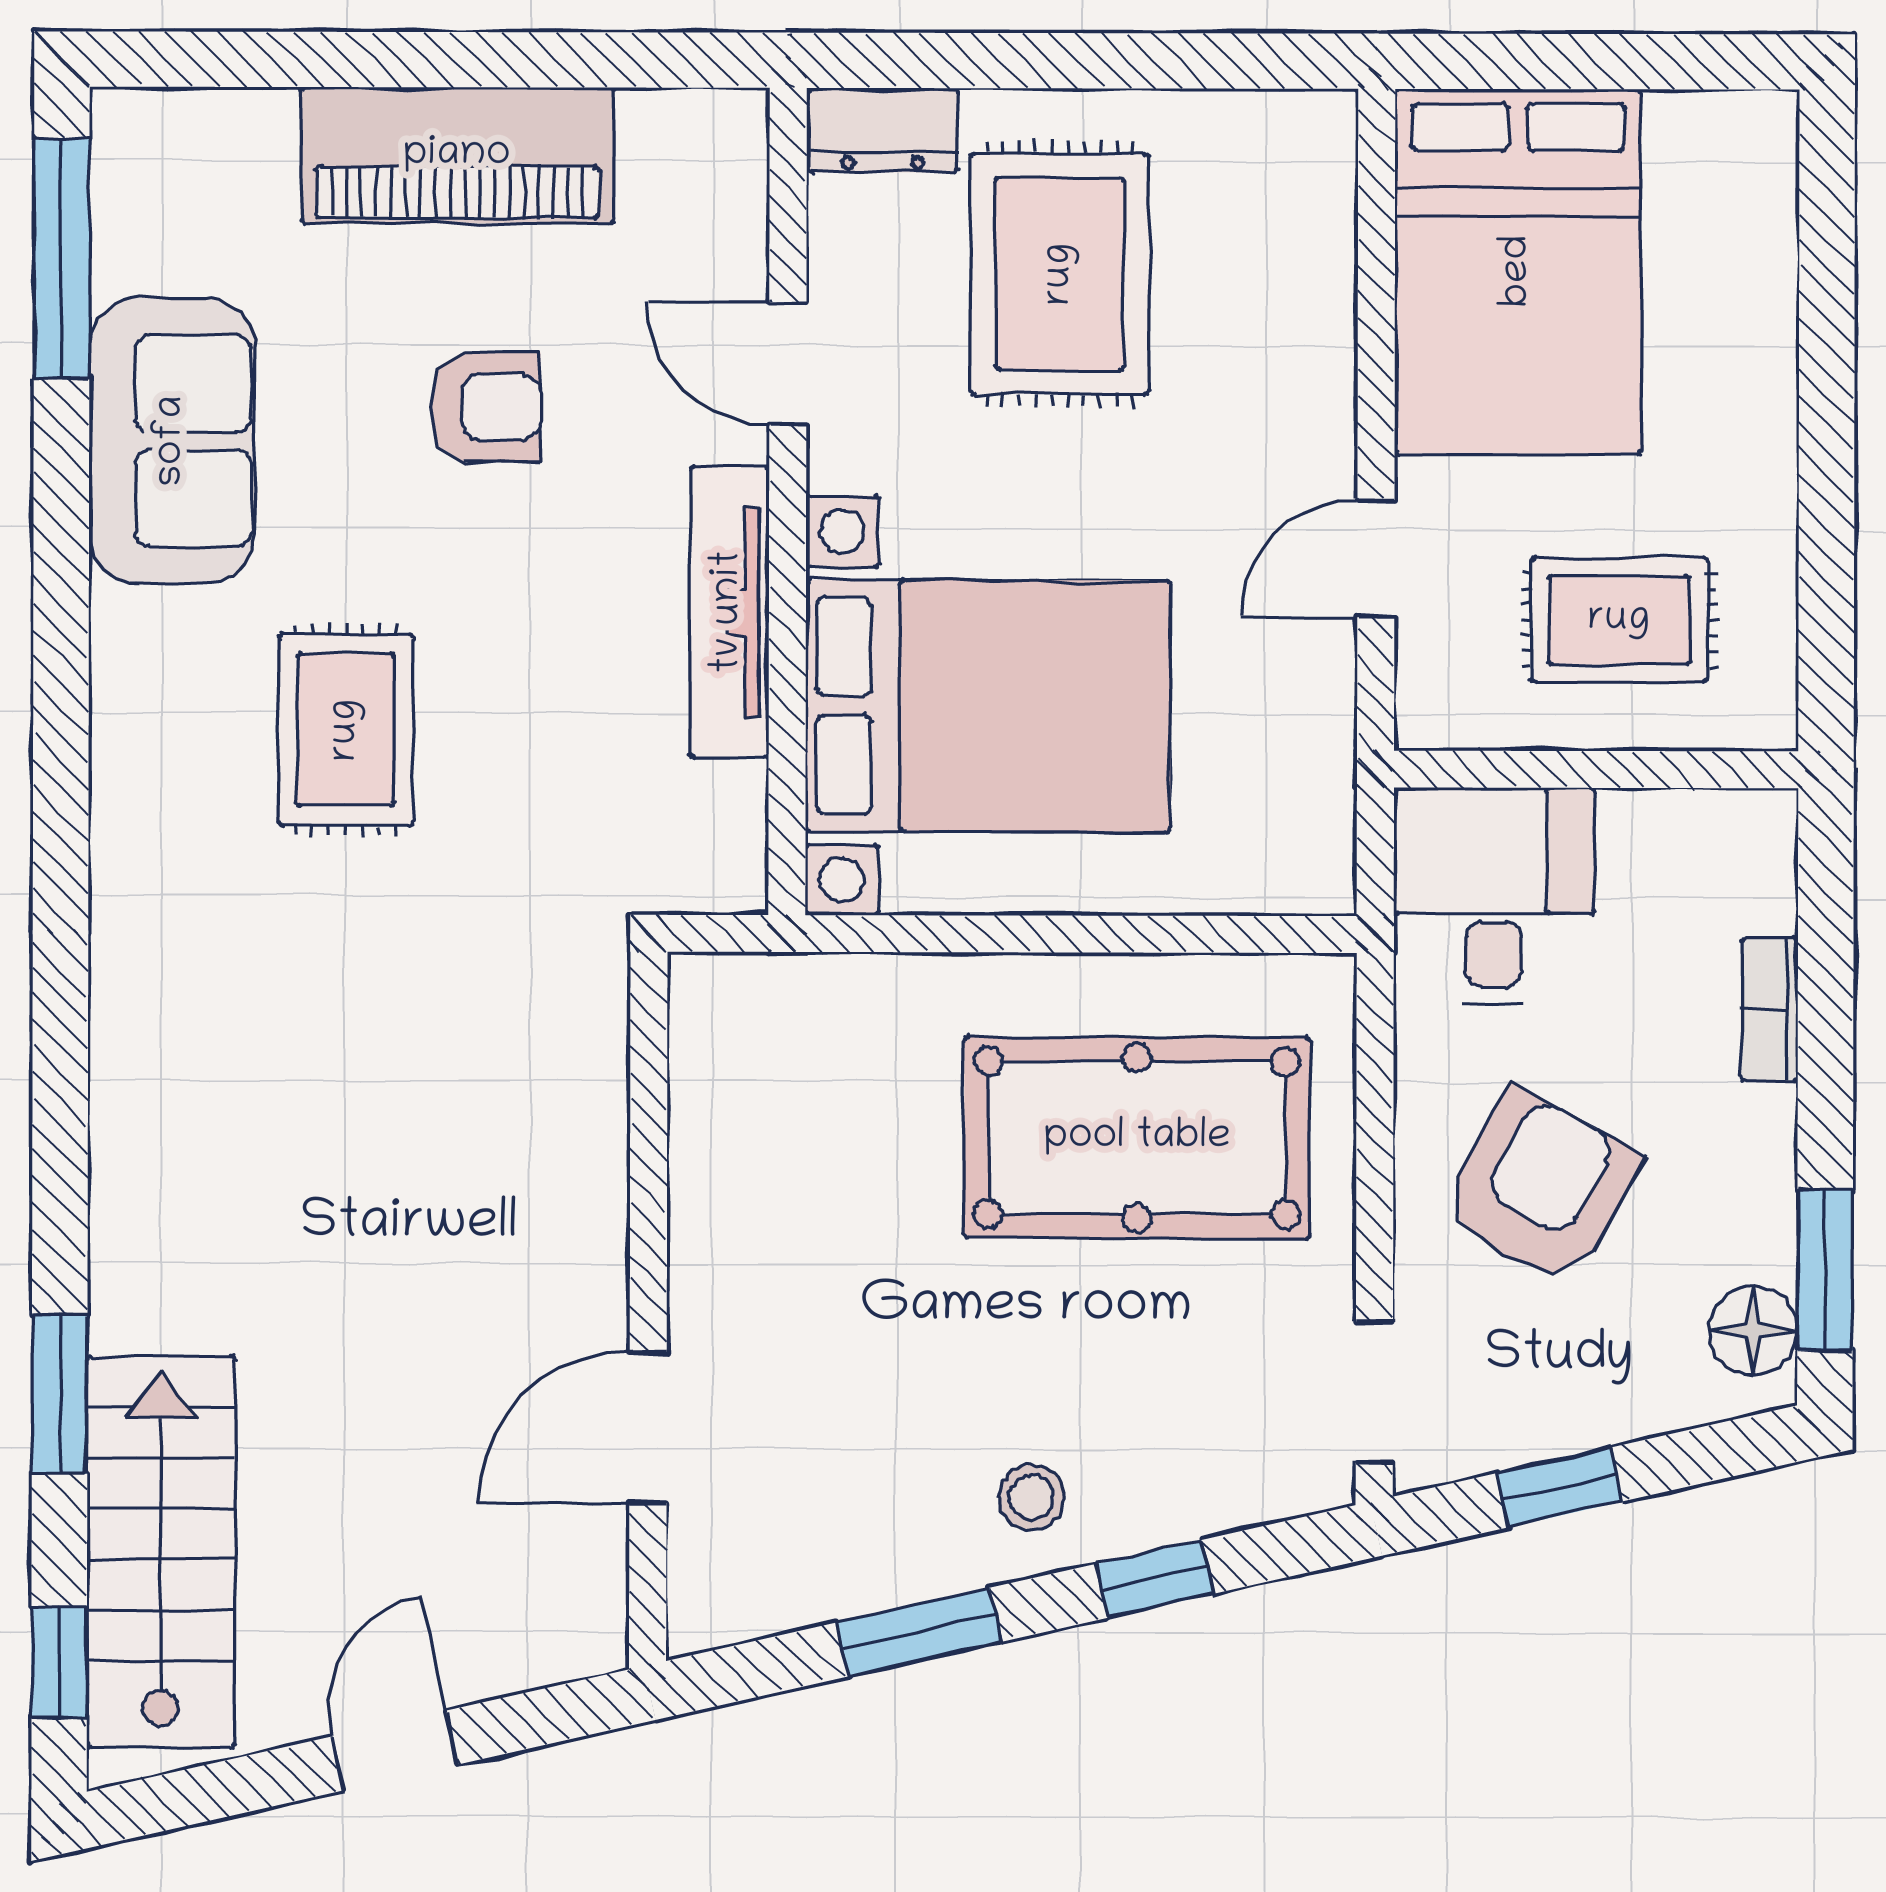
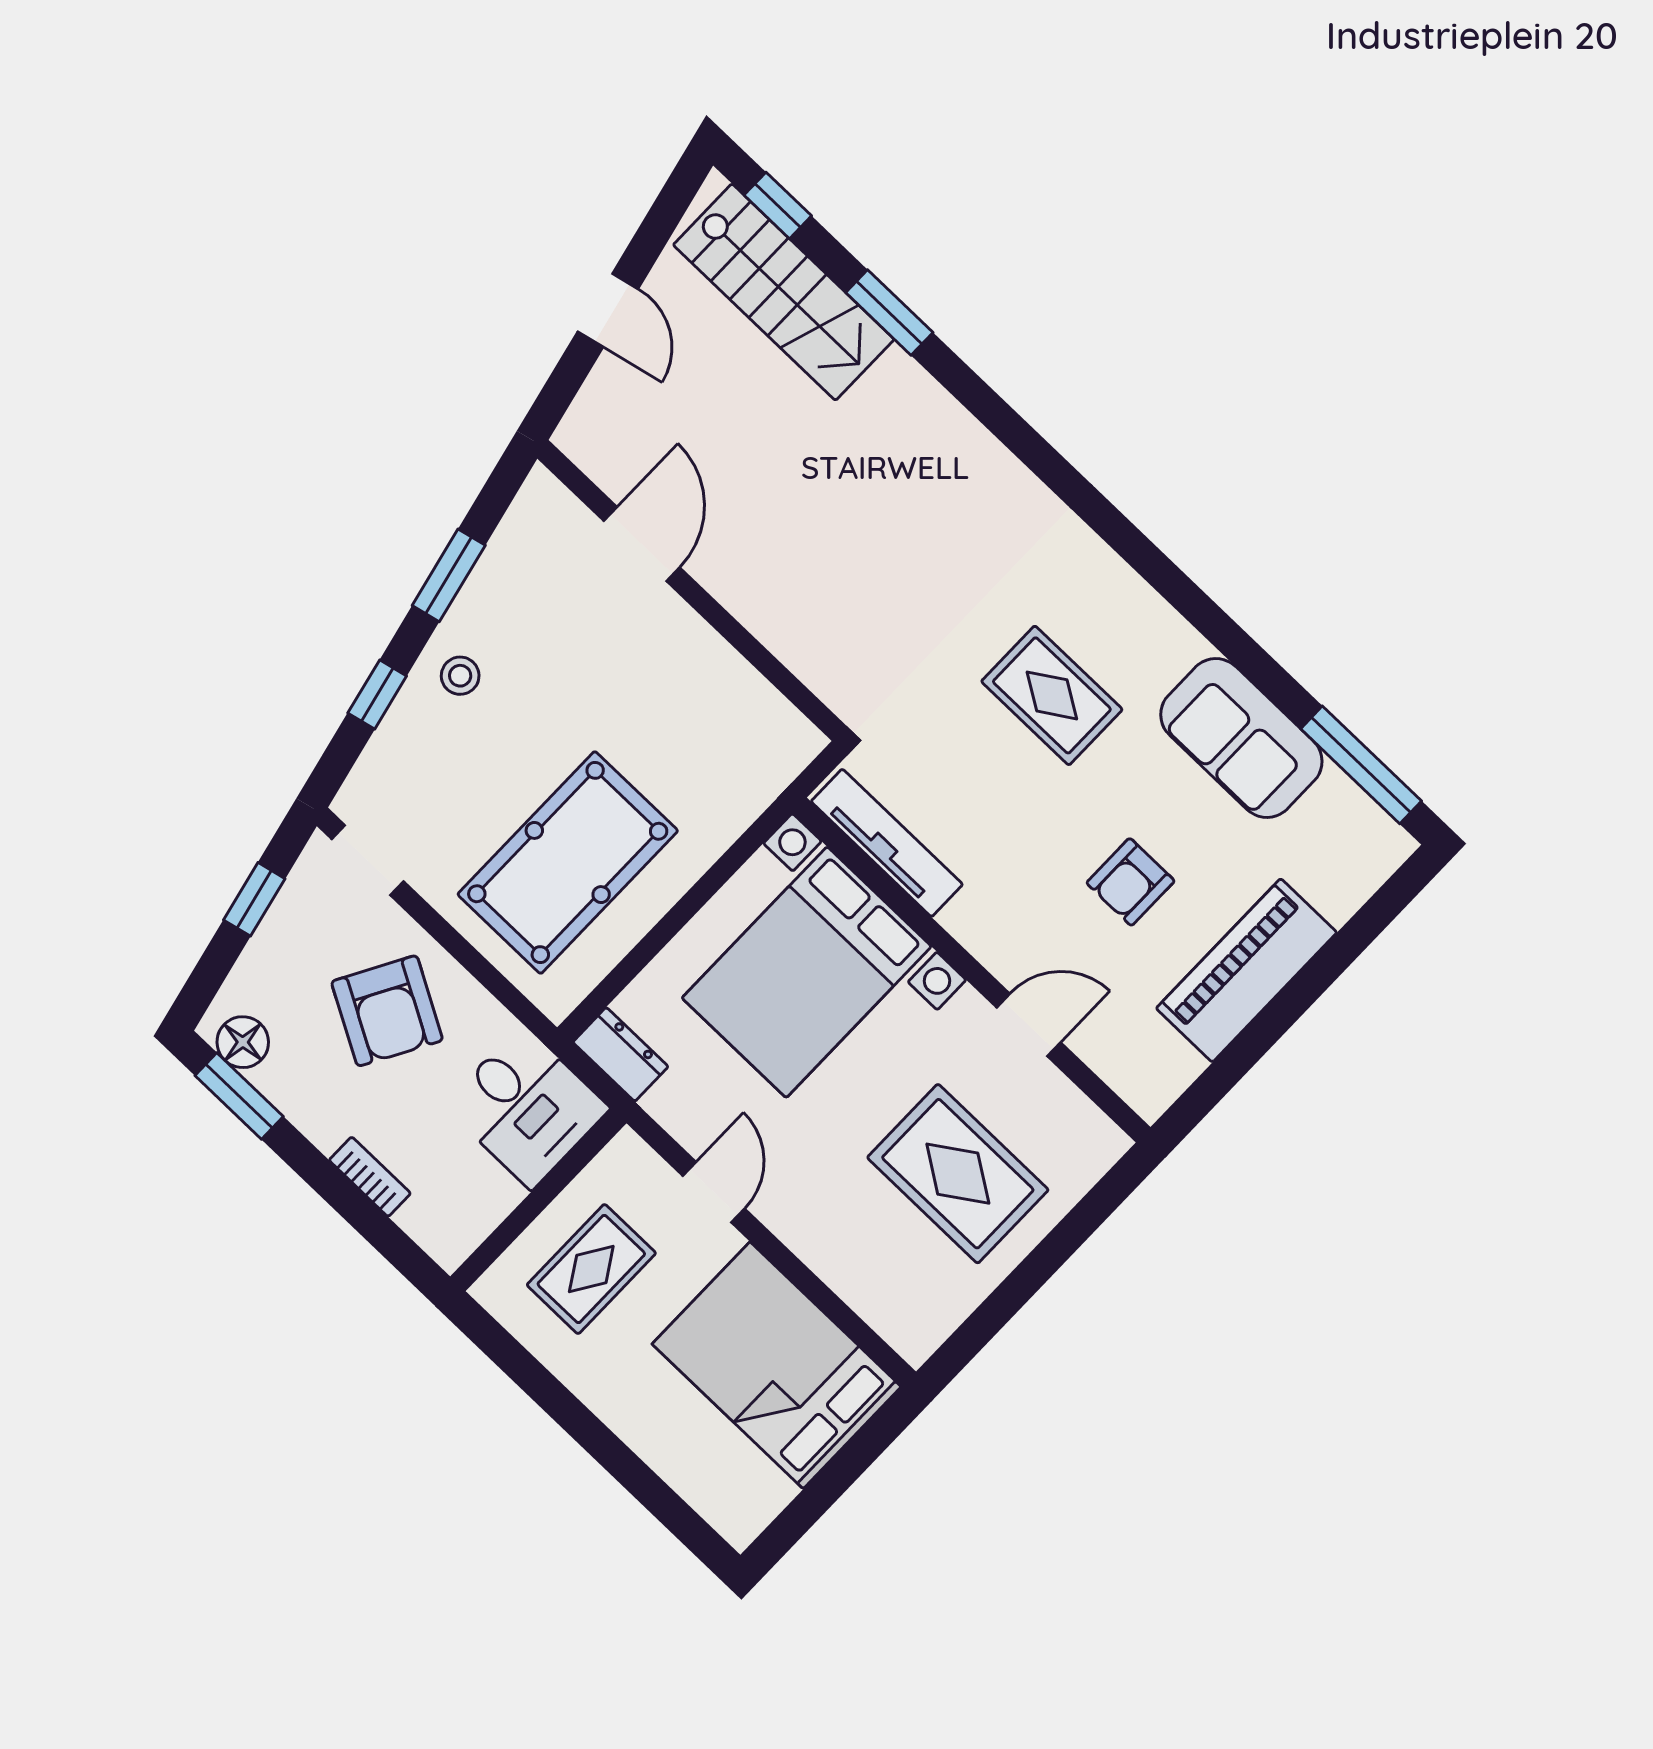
dresser: (883, 130) -> (620, 1054), moved, turned 90
tv unit: (729, 612) -> (887, 843), moved

